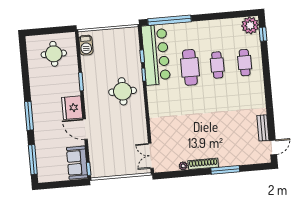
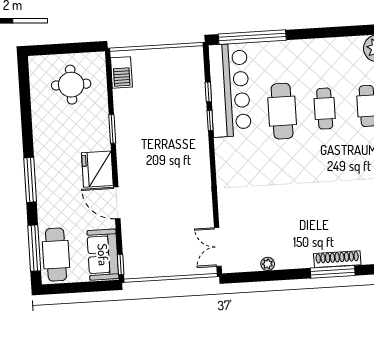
round table: (123, 91) -> (176, 146), removed
cafe table: (47, 163) -> (56, 255), added
shoe rack: (203, 164) -> (337, 259), moved

